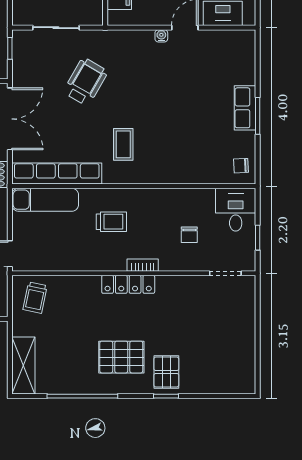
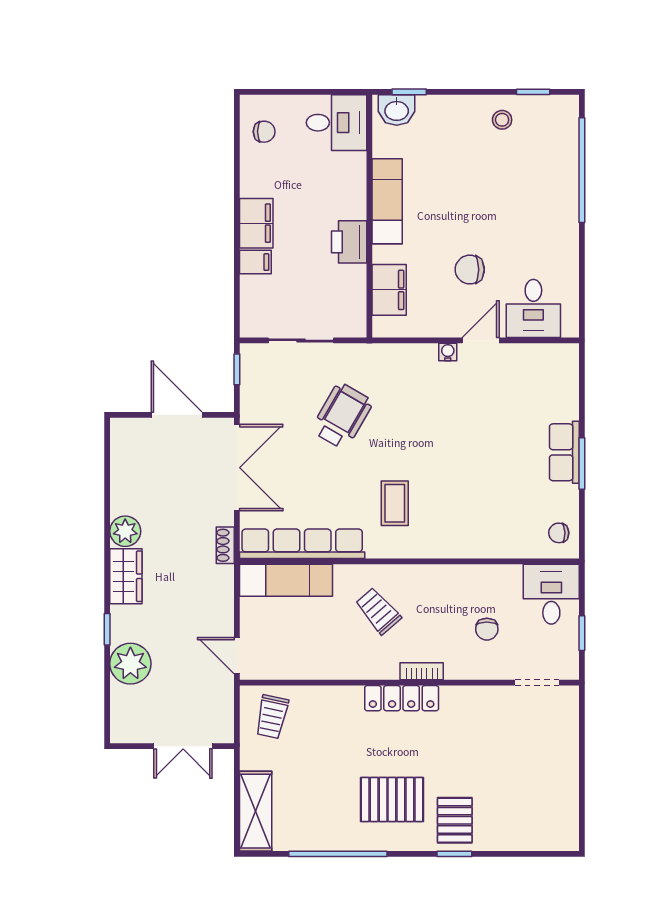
trolley: (111, 222) -> (378, 611), turned -131

